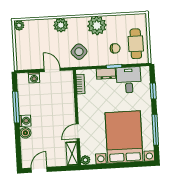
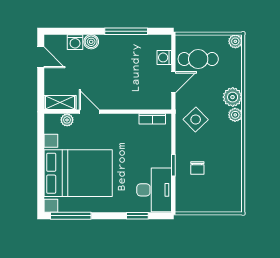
plant: (97, 26) -> (235, 115), moved, width x0.53, depth x0.53
cafe table: (136, 44) -> (198, 59), moved
dresser: (106, 74) -> (164, 154), removed
desk: (129, 80) -> (154, 190), width x1.37
washing machine: (25, 121) -> (75, 42), moved
window: (155, 130) -> (71, 216), moved
plant: (85, 160) -> (67, 120), moved

